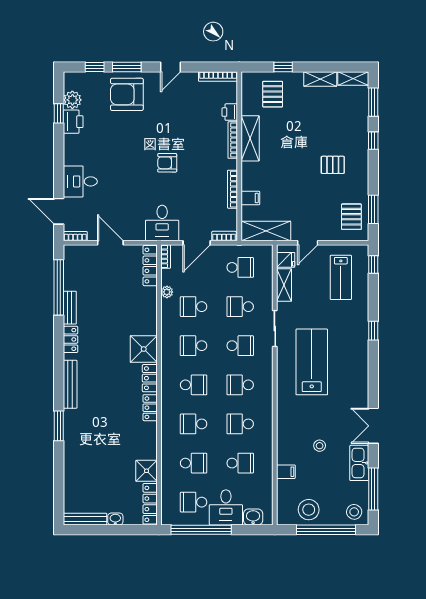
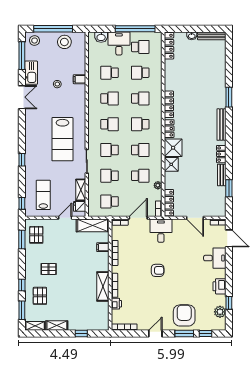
armchair: (127, 94) -> (184, 315), turned -90
pallet: (273, 94) -> (40, 296), moved
printer: (73, 122) -> (220, 286), moved
window: (59, 287) -> (229, 188), width x0.47
school desk: (240, 307) -> (110, 176), turned 180
locker: (150, 408) -> (169, 104), width x1.53
shower: (147, 471) -> (171, 164), moved
filing cabinet: (286, 472) -> (79, 79), moved

